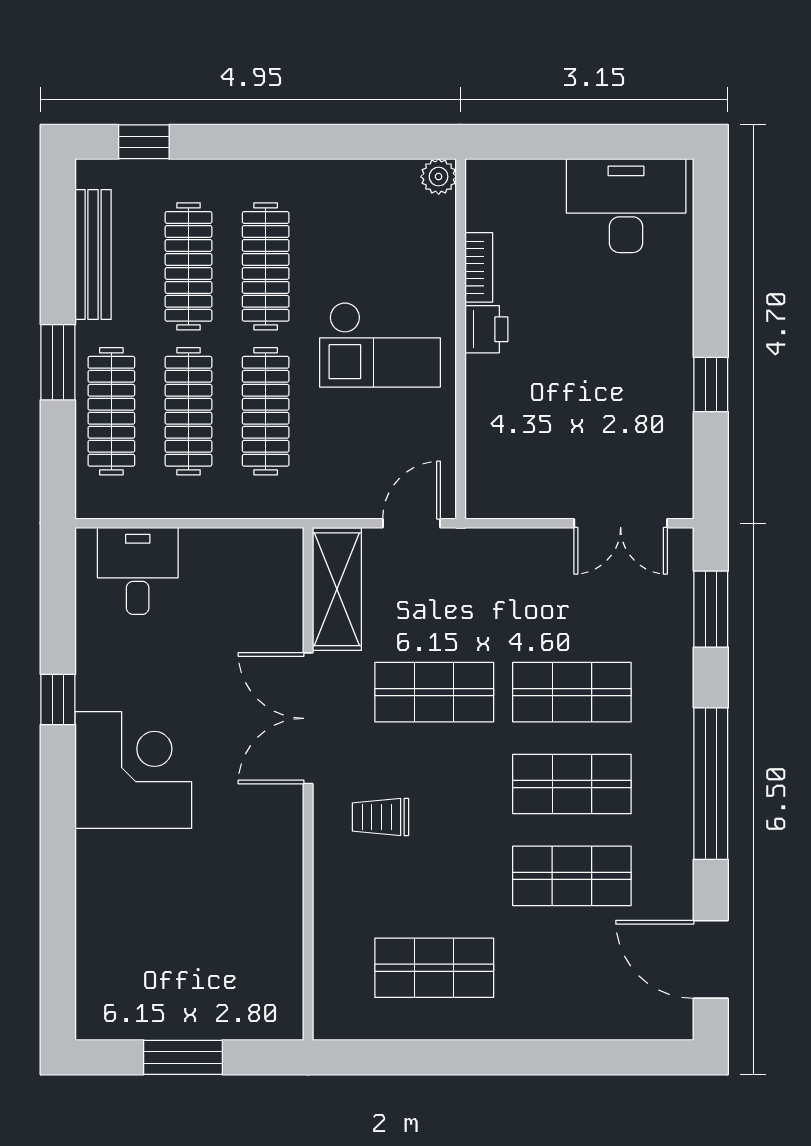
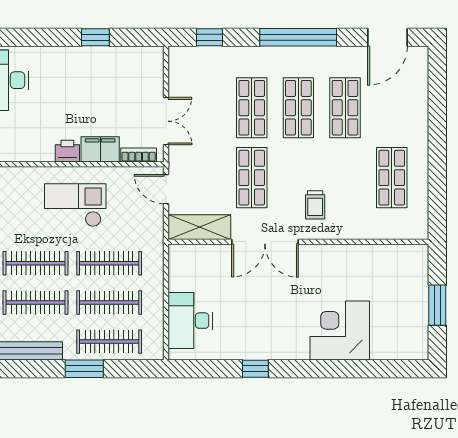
bookcase: (479, 267) -> (139, 155), moved
checkout: (380, 345) -> (75, 205), turned -90
filing cabinet: (490, 394) -> (100, 149), added
double door: (621, 523) -> (166, 121), moved
desk: (138, 571) -> (190, 321), width x1.37
window: (711, 609) -> (210, 37), width x0.67
corner desk: (133, 770) -> (340, 330), moved

